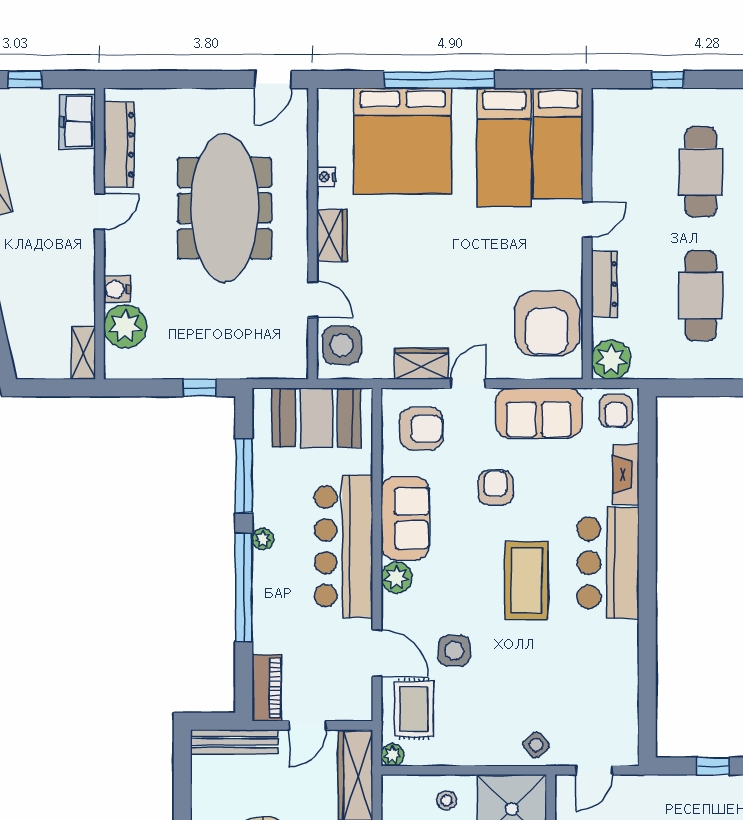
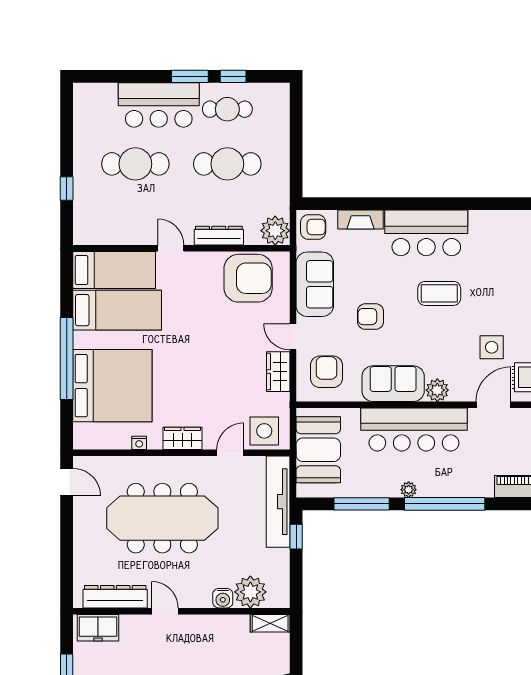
tv unit: (247, 364) -> (278, 502), added
coffee table: (527, 580) -> (439, 293), width x0.73, depth x0.76

